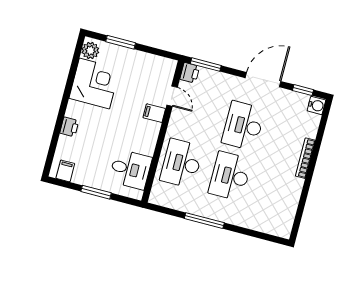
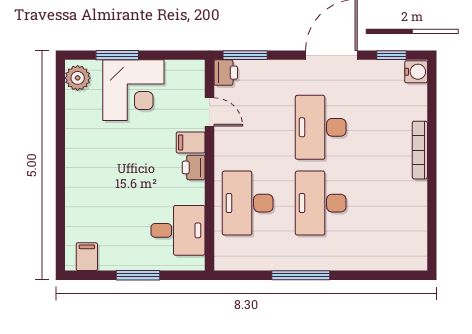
corner desk: (94, 84) -> (133, 90), moved, turned 90
printer: (69, 127) -> (194, 167), moved, turned 180

